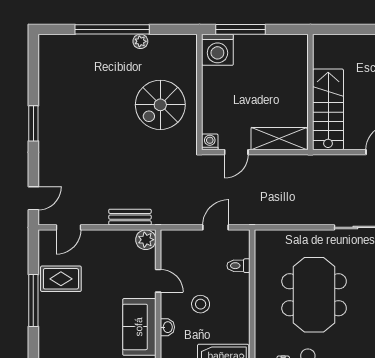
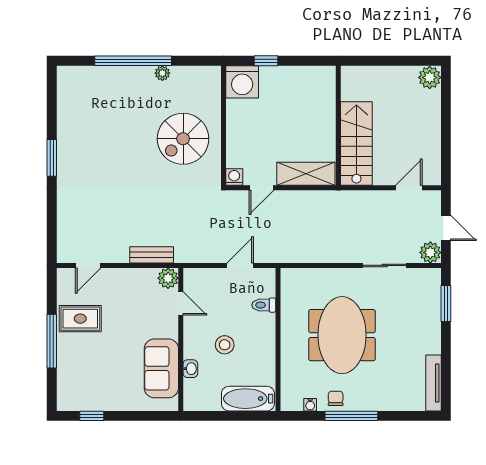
window: (241, 29) -> (266, 61), width x0.46
door: (33, 198) -> (52, 235), removed
door: (158, 281) -> (181, 303), moved

